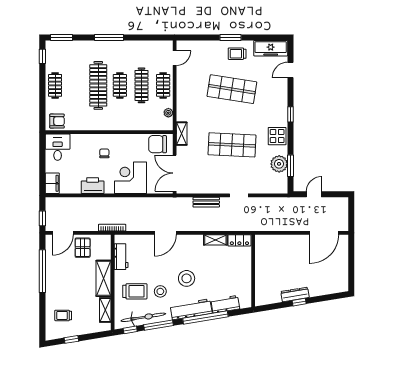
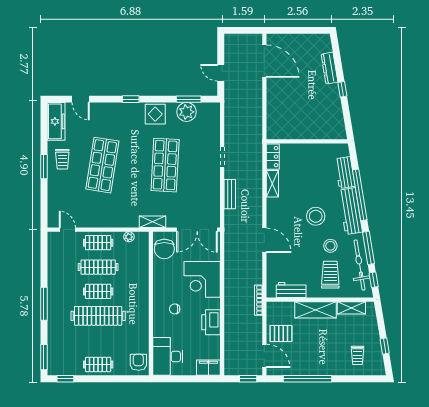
desk: (58, 147) -> (168, 356), width x1.37
dresser: (295, 294) -> (330, 68), moved

